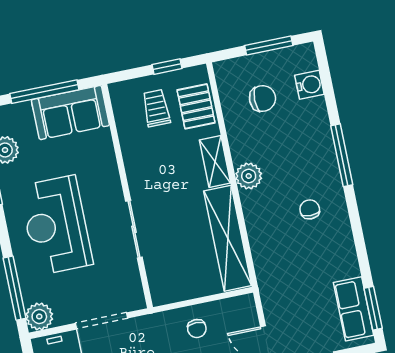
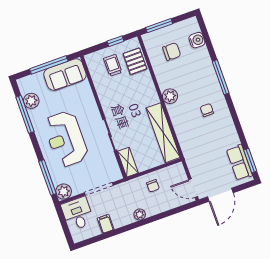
window: (269, 46) -> (159, 26), moved
shelving: (215, 162) -> (128, 162), moved

